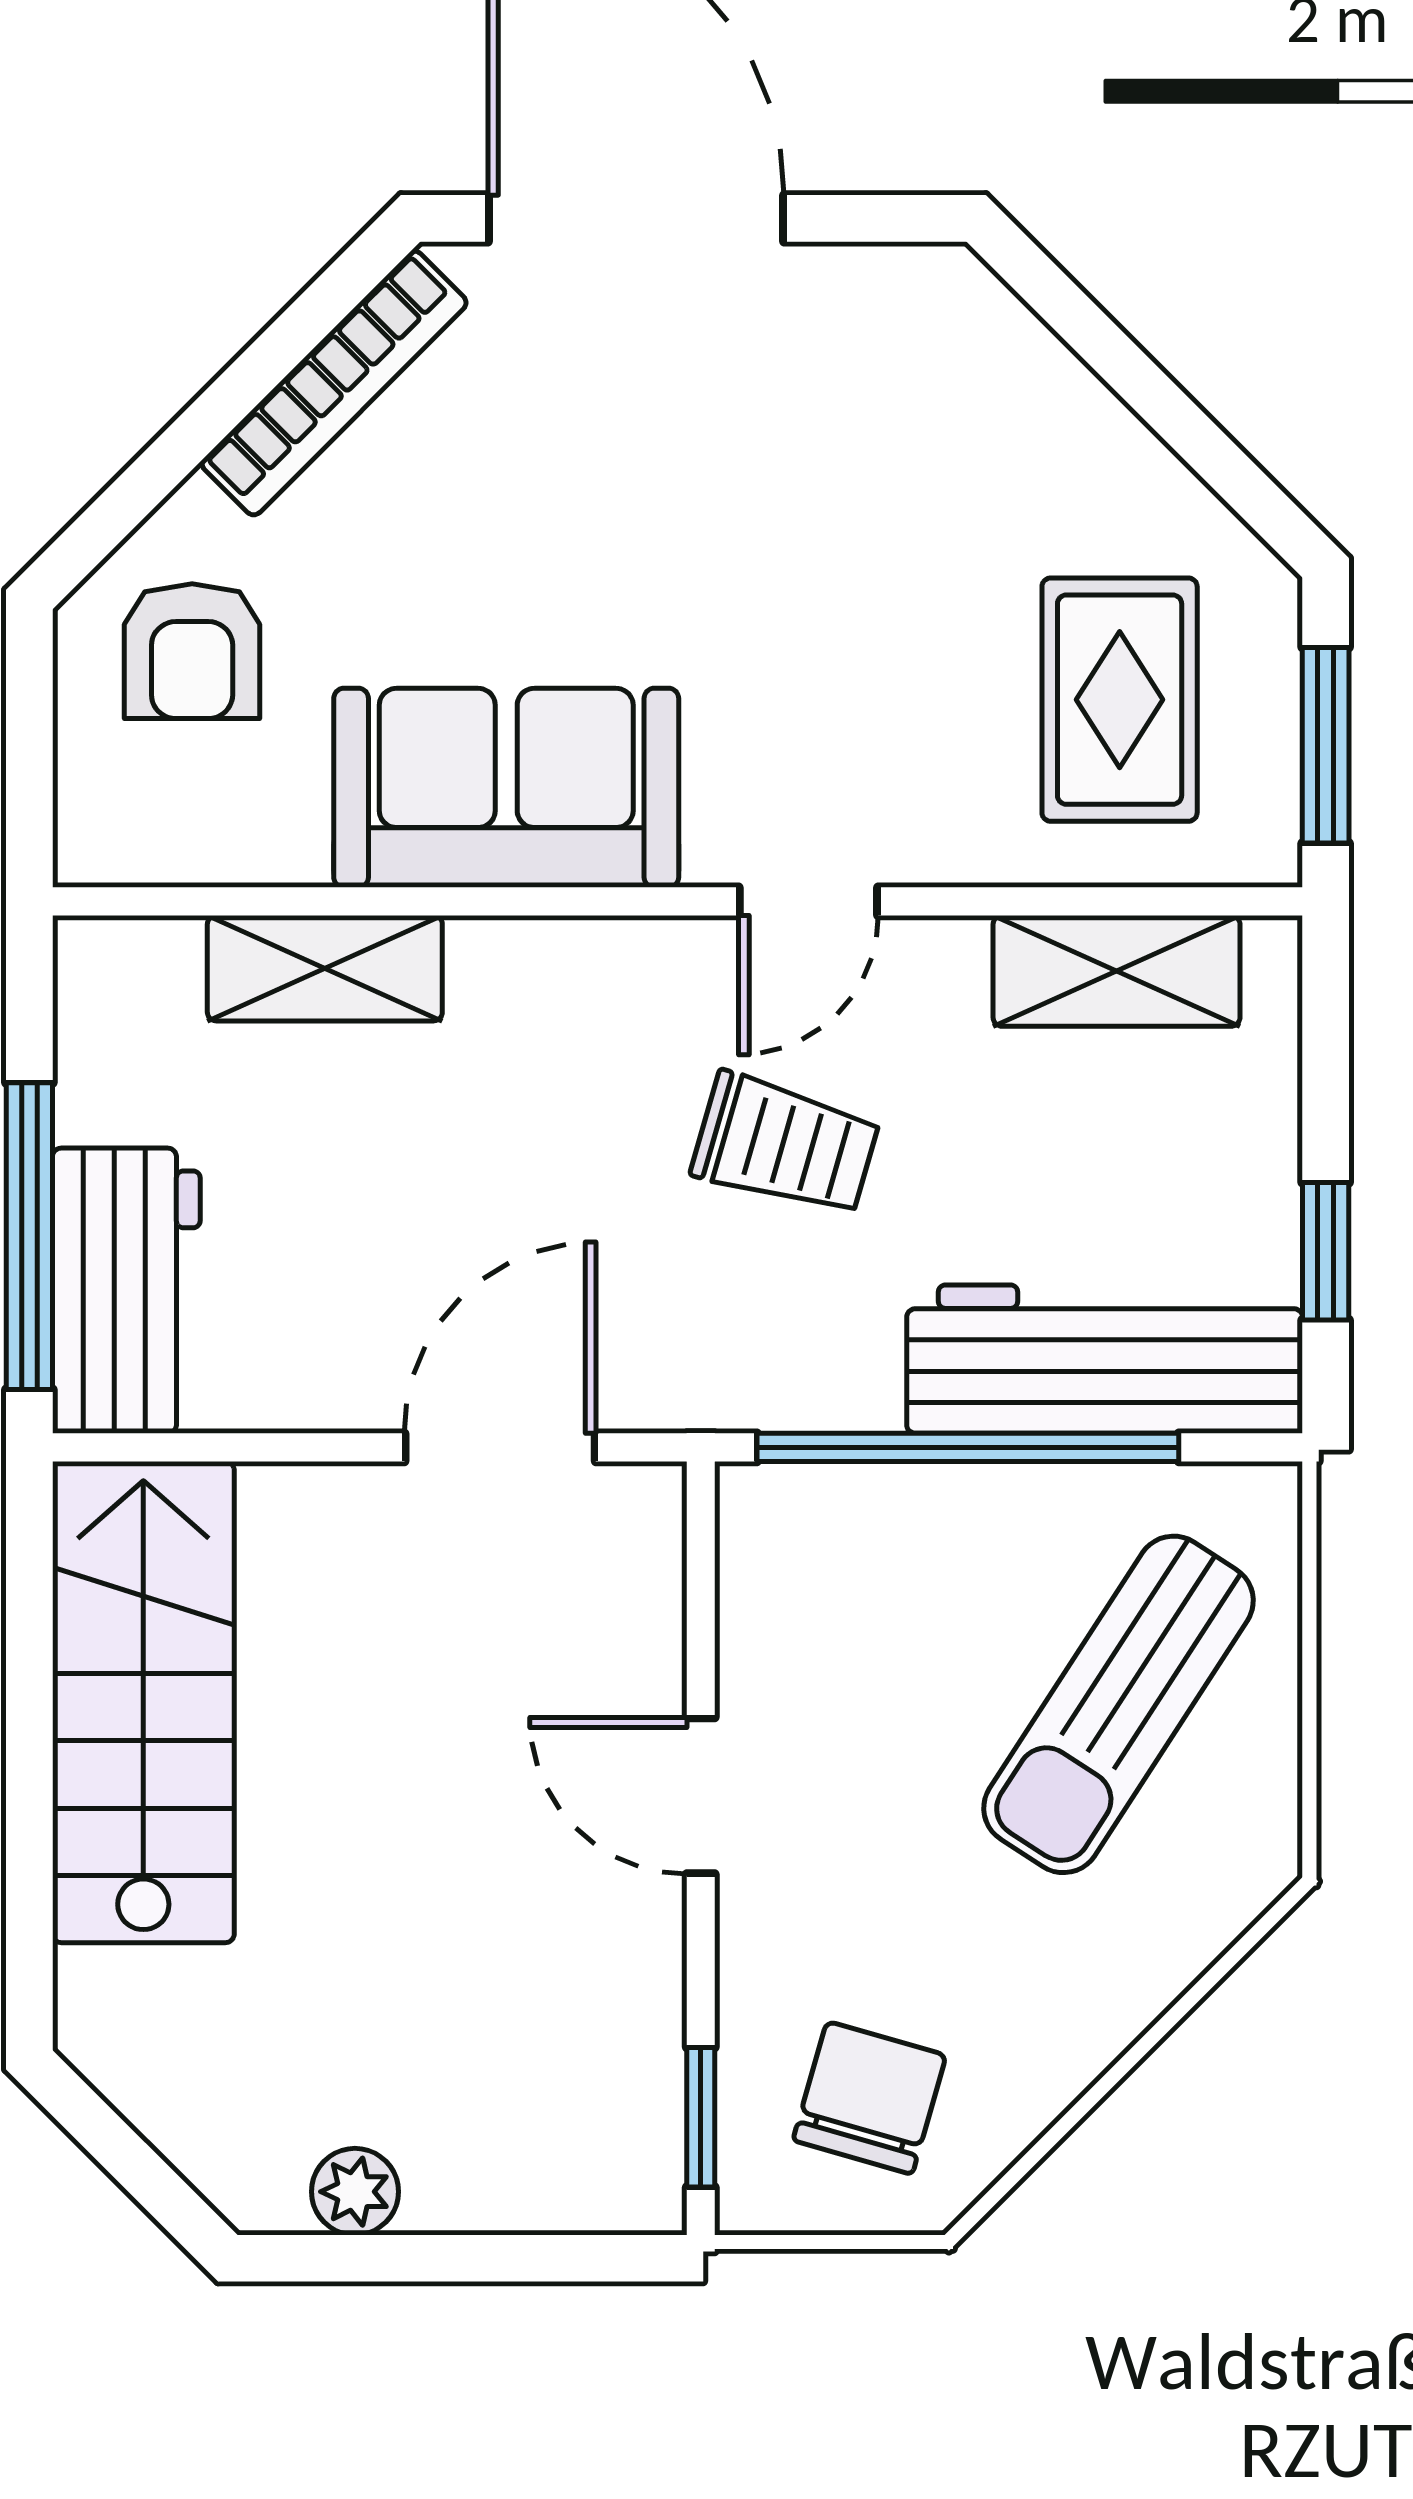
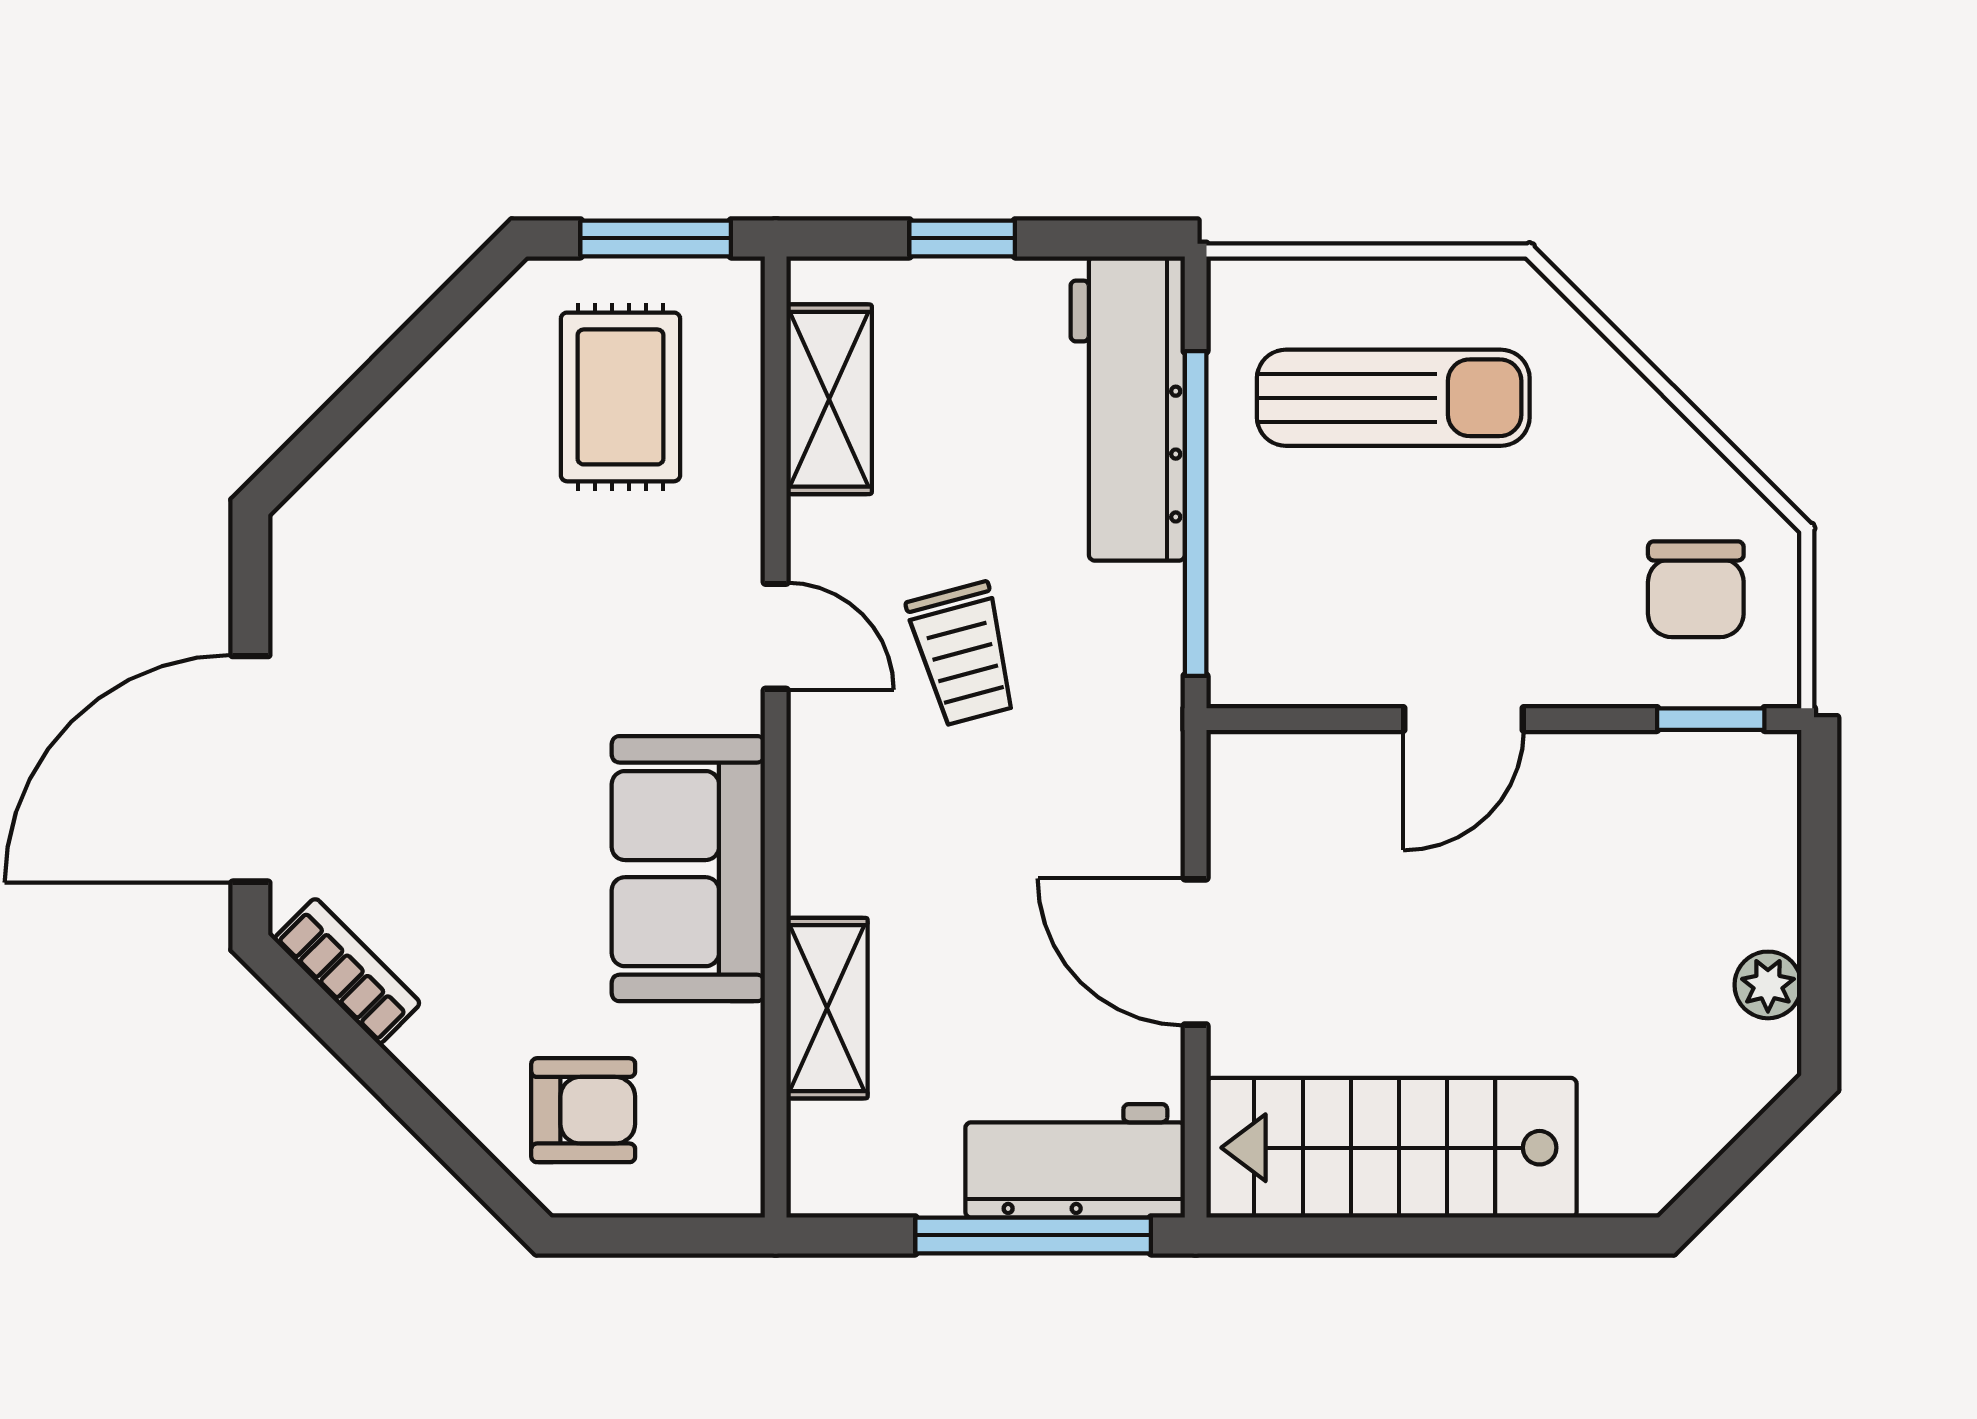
bookcase: (334, 383) -> (347, 971), width x0.64
rug: (1120, 700) -> (621, 397), turned 90
trolley: (785, 1145) -> (963, 654), turned 149
window: (1326, 1251) -> (962, 238), moved
door: (500, 1447) -> (1196, 952), moved
sun lounger: (1119, 1704) -> (1393, 398), turned -33
chair: (870, 2098) -> (1696, 589), turned -106

